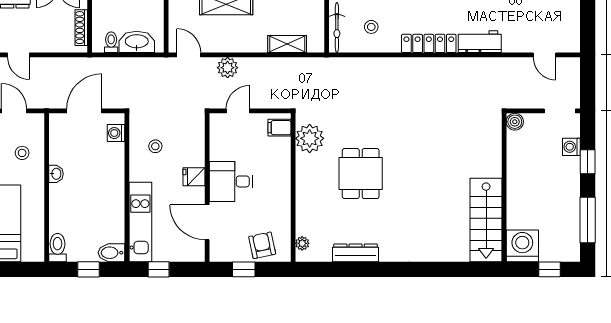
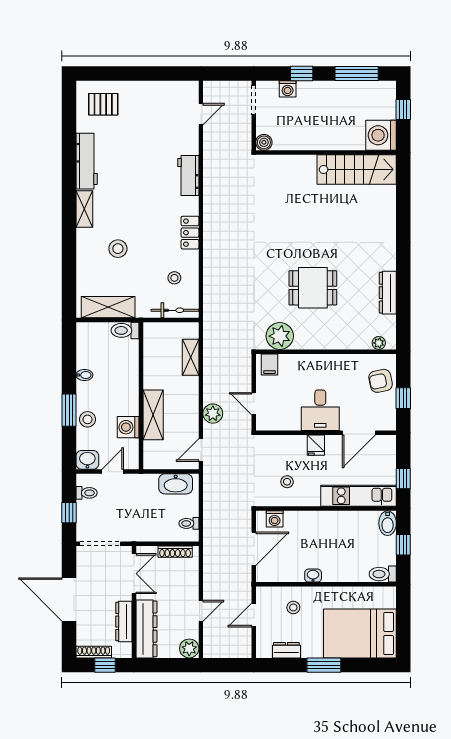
washbasin: (137, 42) -> (176, 484), moved, turned -90
locker: (429, 43) -> (190, 233), width x0.66
door: (84, 111) -> (254, 549), swing flipped

